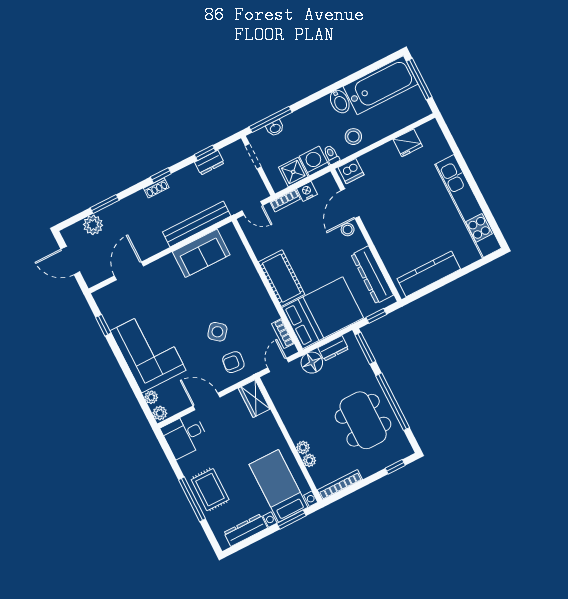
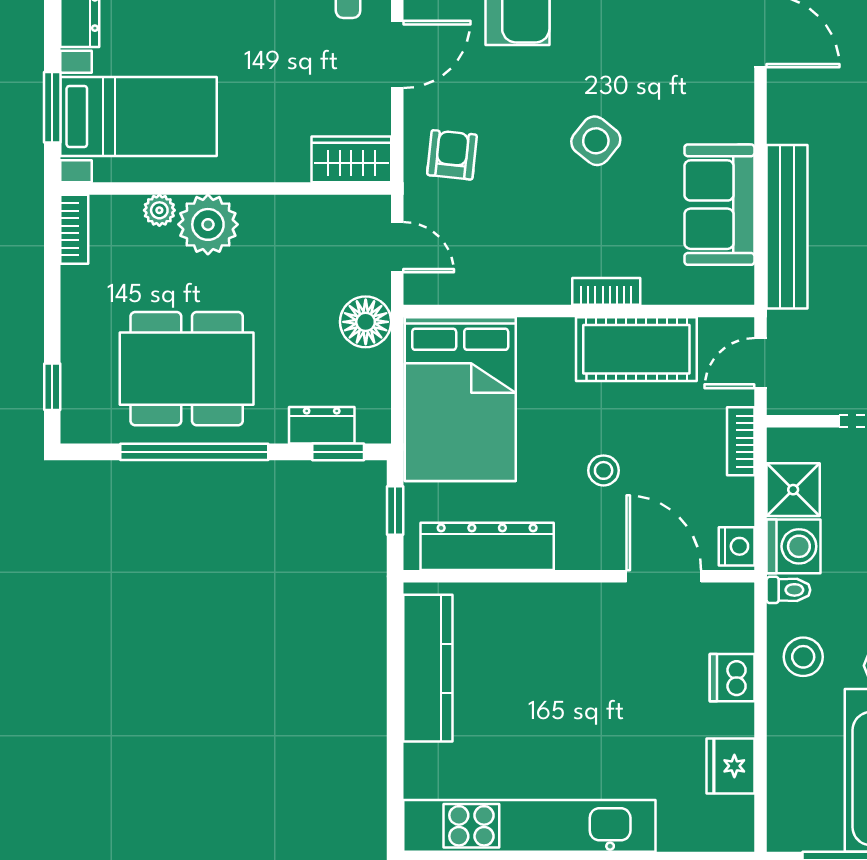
dishwasher: (351, 171) -> (732, 678), moved
nightstand: (307, 191) -> (737, 546), moved
stool: (348, 230) -> (604, 470), moved
cot: (282, 278) -> (636, 349), moved
side table: (217, 332) -> (596, 141), moved
bookcase: (283, 334) -> (606, 291), moved
dresser: (333, 348) -> (322, 425), moved, turned 90
window: (365, 348) -> (338, 452), width x0.67
plant: (303, 447) -> (208, 224), width x1.88, depth x1.88
bookcase: (340, 485) -> (74, 229), width x0.64

